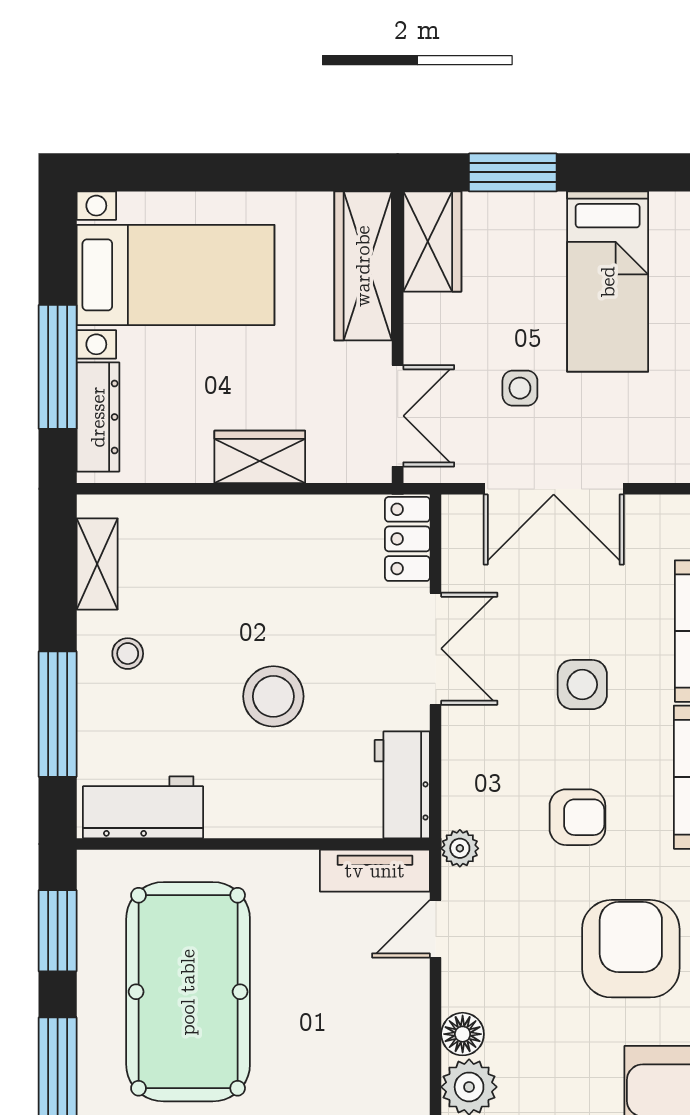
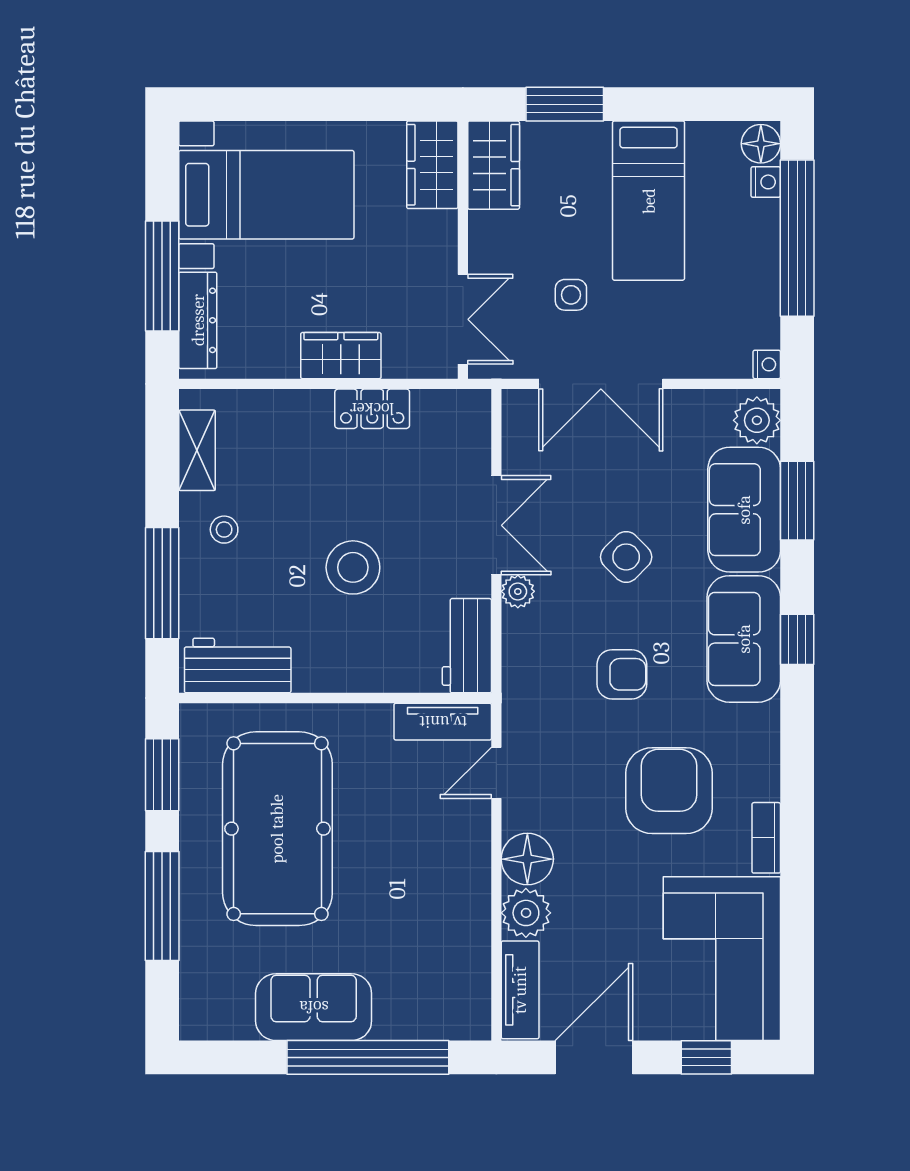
wardrobe: (363, 266) -> (432, 165), width x0.67
locker: (407, 539) -> (372, 409), moved, turned -90
side table: (582, 685) -> (626, 557), turned 45
plant: (460, 848) -> (518, 591), moved
floor lamp: (463, 1034) -> (527, 859), width x1.38, depth x1.38

